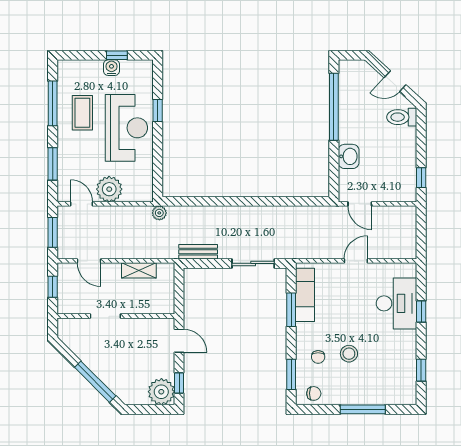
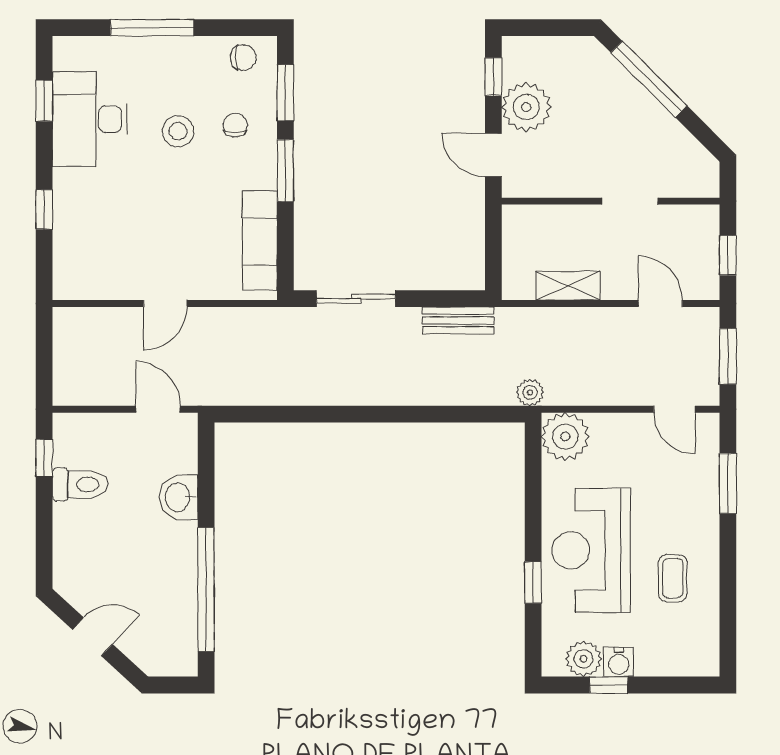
plant: (130, 69) -> (584, 659), added
window: (53, 103) -> (728, 596), removed
coffee table: (82, 113) -> (673, 578), width x0.73, depth x0.77
toilet: (402, 117) -> (80, 484), moved
plant: (109, 189) -> (565, 437), moved
desk: (396, 303) -> (90, 119), moved
window: (291, 310) -> (285, 171), moved
plant: (161, 392) -> (526, 107), moved
chair: (314, 393) -> (243, 57), turned 180

